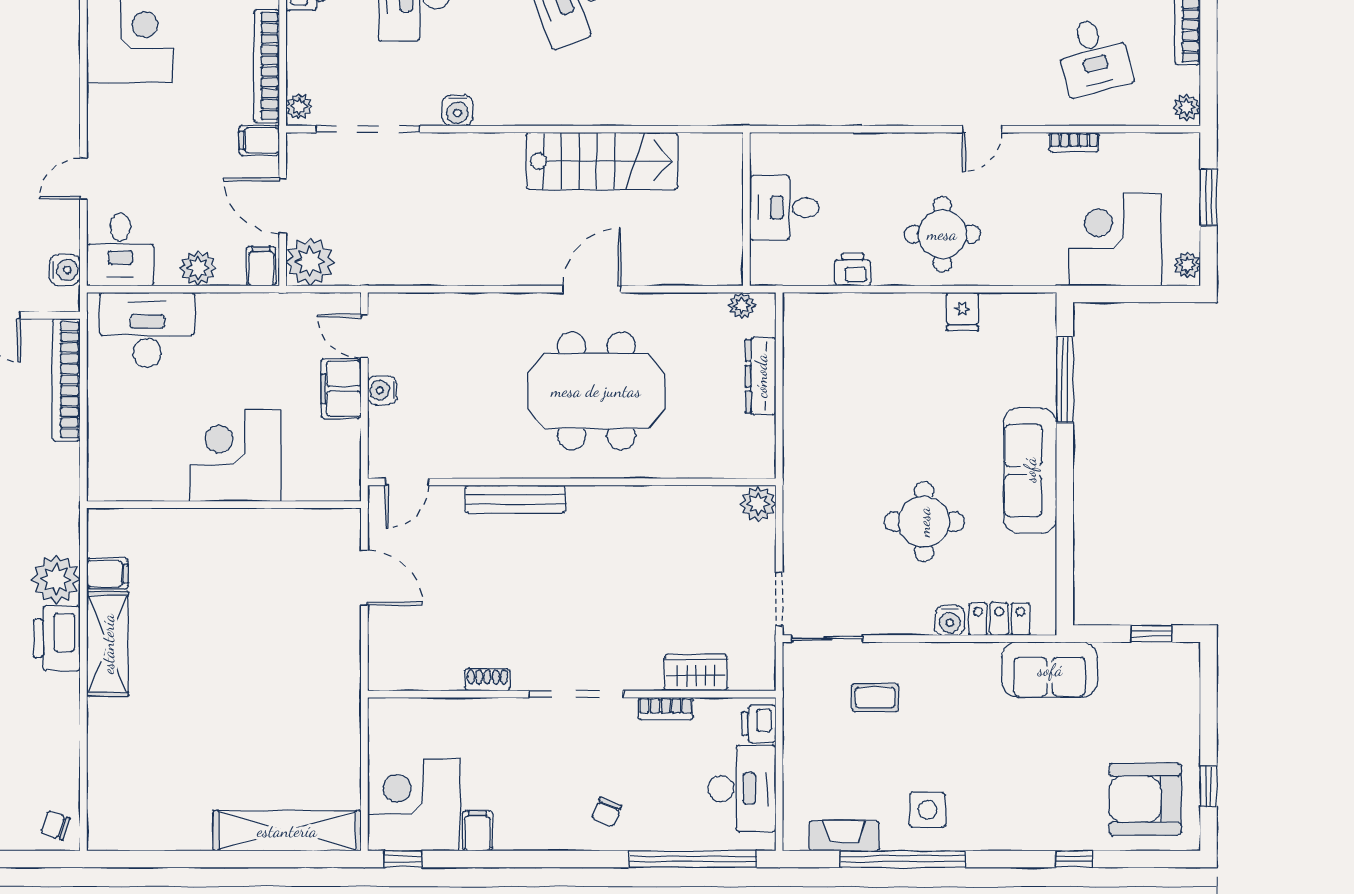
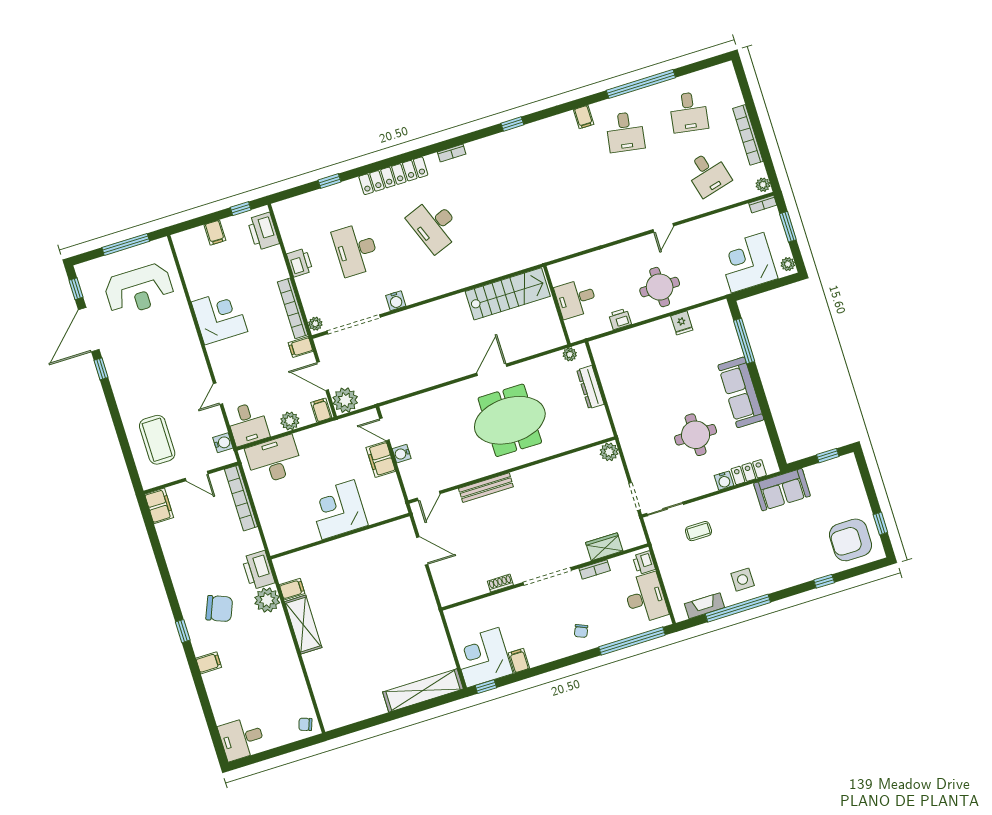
bookcase: (1074, 142) -> (763, 204), moved
stairs: (602, 161) -> (508, 294), moved
printer: (57, 638) -> (258, 570), moved

